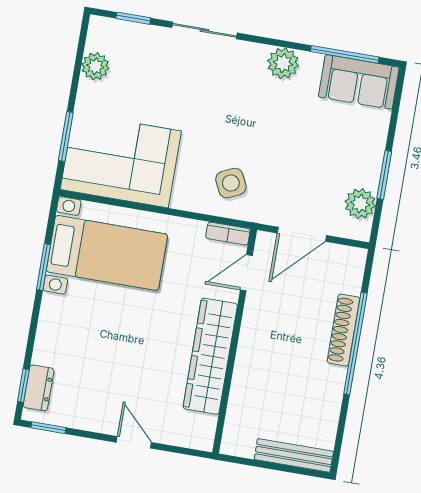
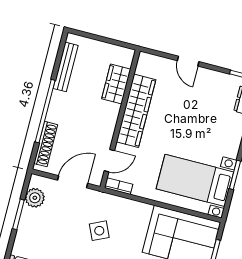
side table: (231, 183) -> (99, 231), moved
shoe rack: (343, 330) -> (46, 144), moved
wardrobe: (246, 396) -> (116, 84), added
bench: (294, 455) -> (66, 67), moved, turned 90

